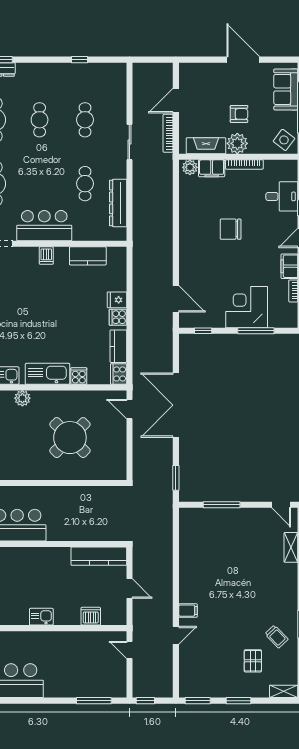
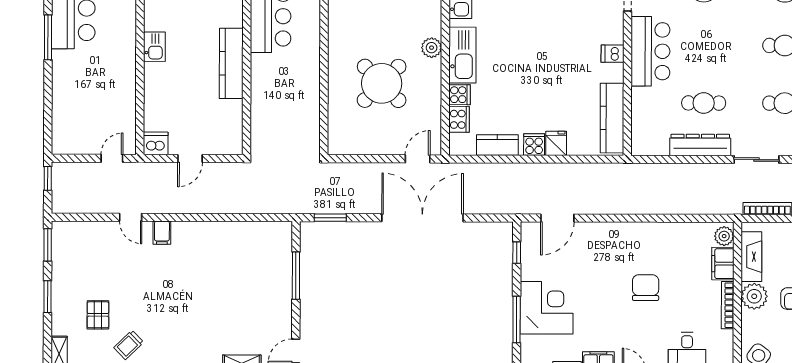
dresser: (118, 203) -> (700, 145), moved
kitchen counter: (88, 256) -> (612, 118), width x1.50
cooker: (119, 374) -> (459, 119), moved, turned 90
plant: (22, 398) -> (432, 48), moved
kitchen counter: (99, 556) -> (231, 63), moved
dishwasher: (91, 616) -> (156, 143), moved, turned -90
pallet: (253, 661) -> (98, 315), turned 90
window: (94, 701) -> (48, 37), moved

